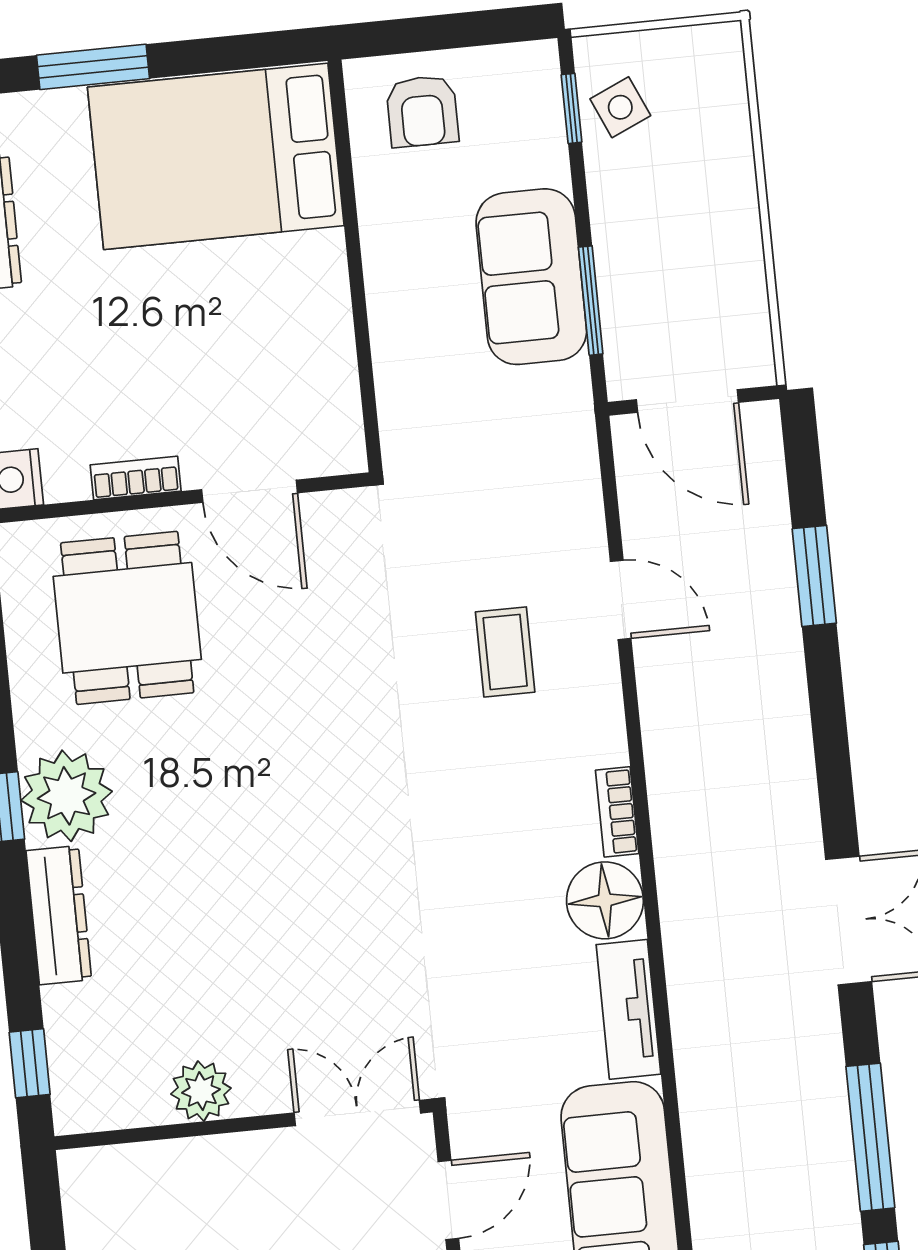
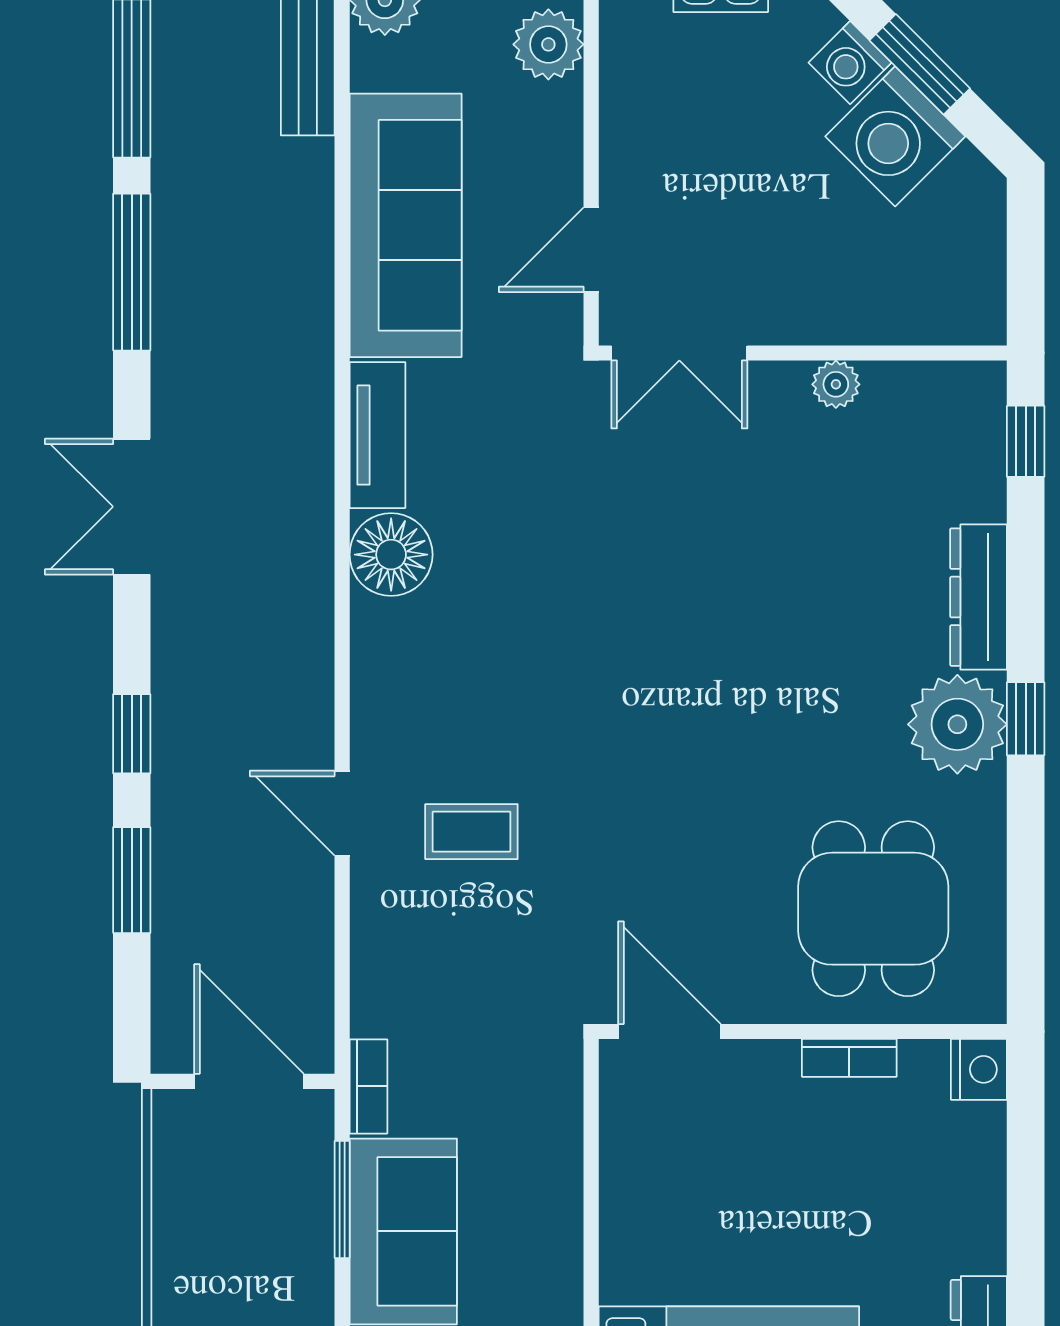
door: (250, 491) -> (670, 1032), moved
door: (621, 600) -> (342, 813), moved
coffee table: (505, 652) -> (471, 832), turned 90
window: (828, 711) -> (132, 734), added
bookcase: (617, 812) -> (368, 1086), moved
plant: (201, 1091) -> (836, 384), width x0.73, depth x0.73

